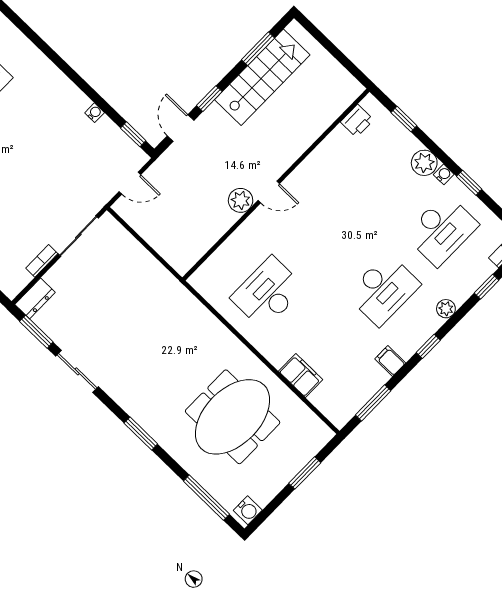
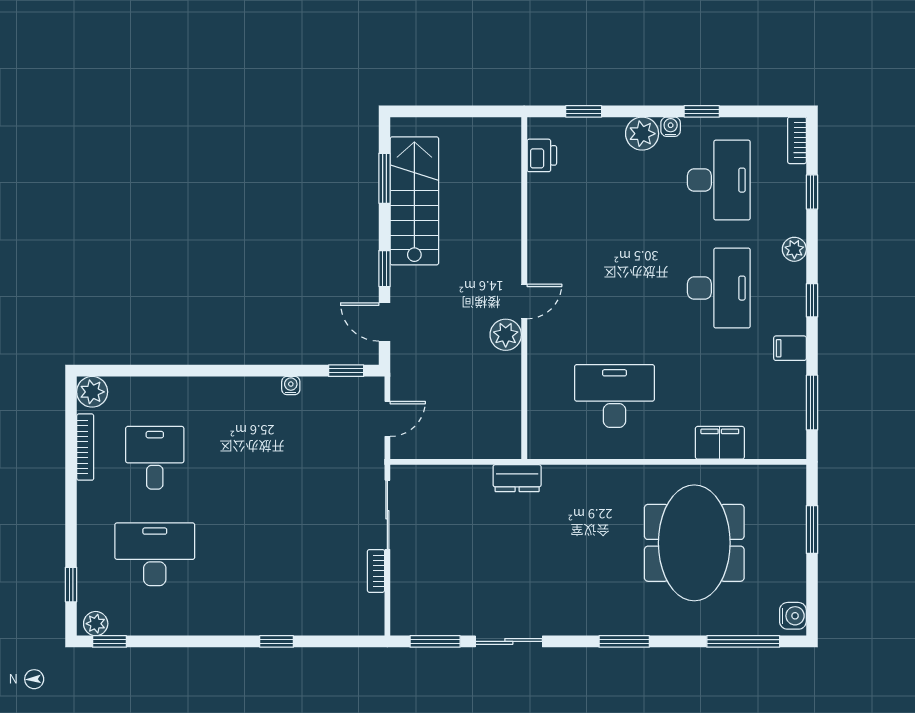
desk: (268, 293) -> (614, 396), turned 90
dresser: (35, 298) -> (517, 478), moved, turned 90

